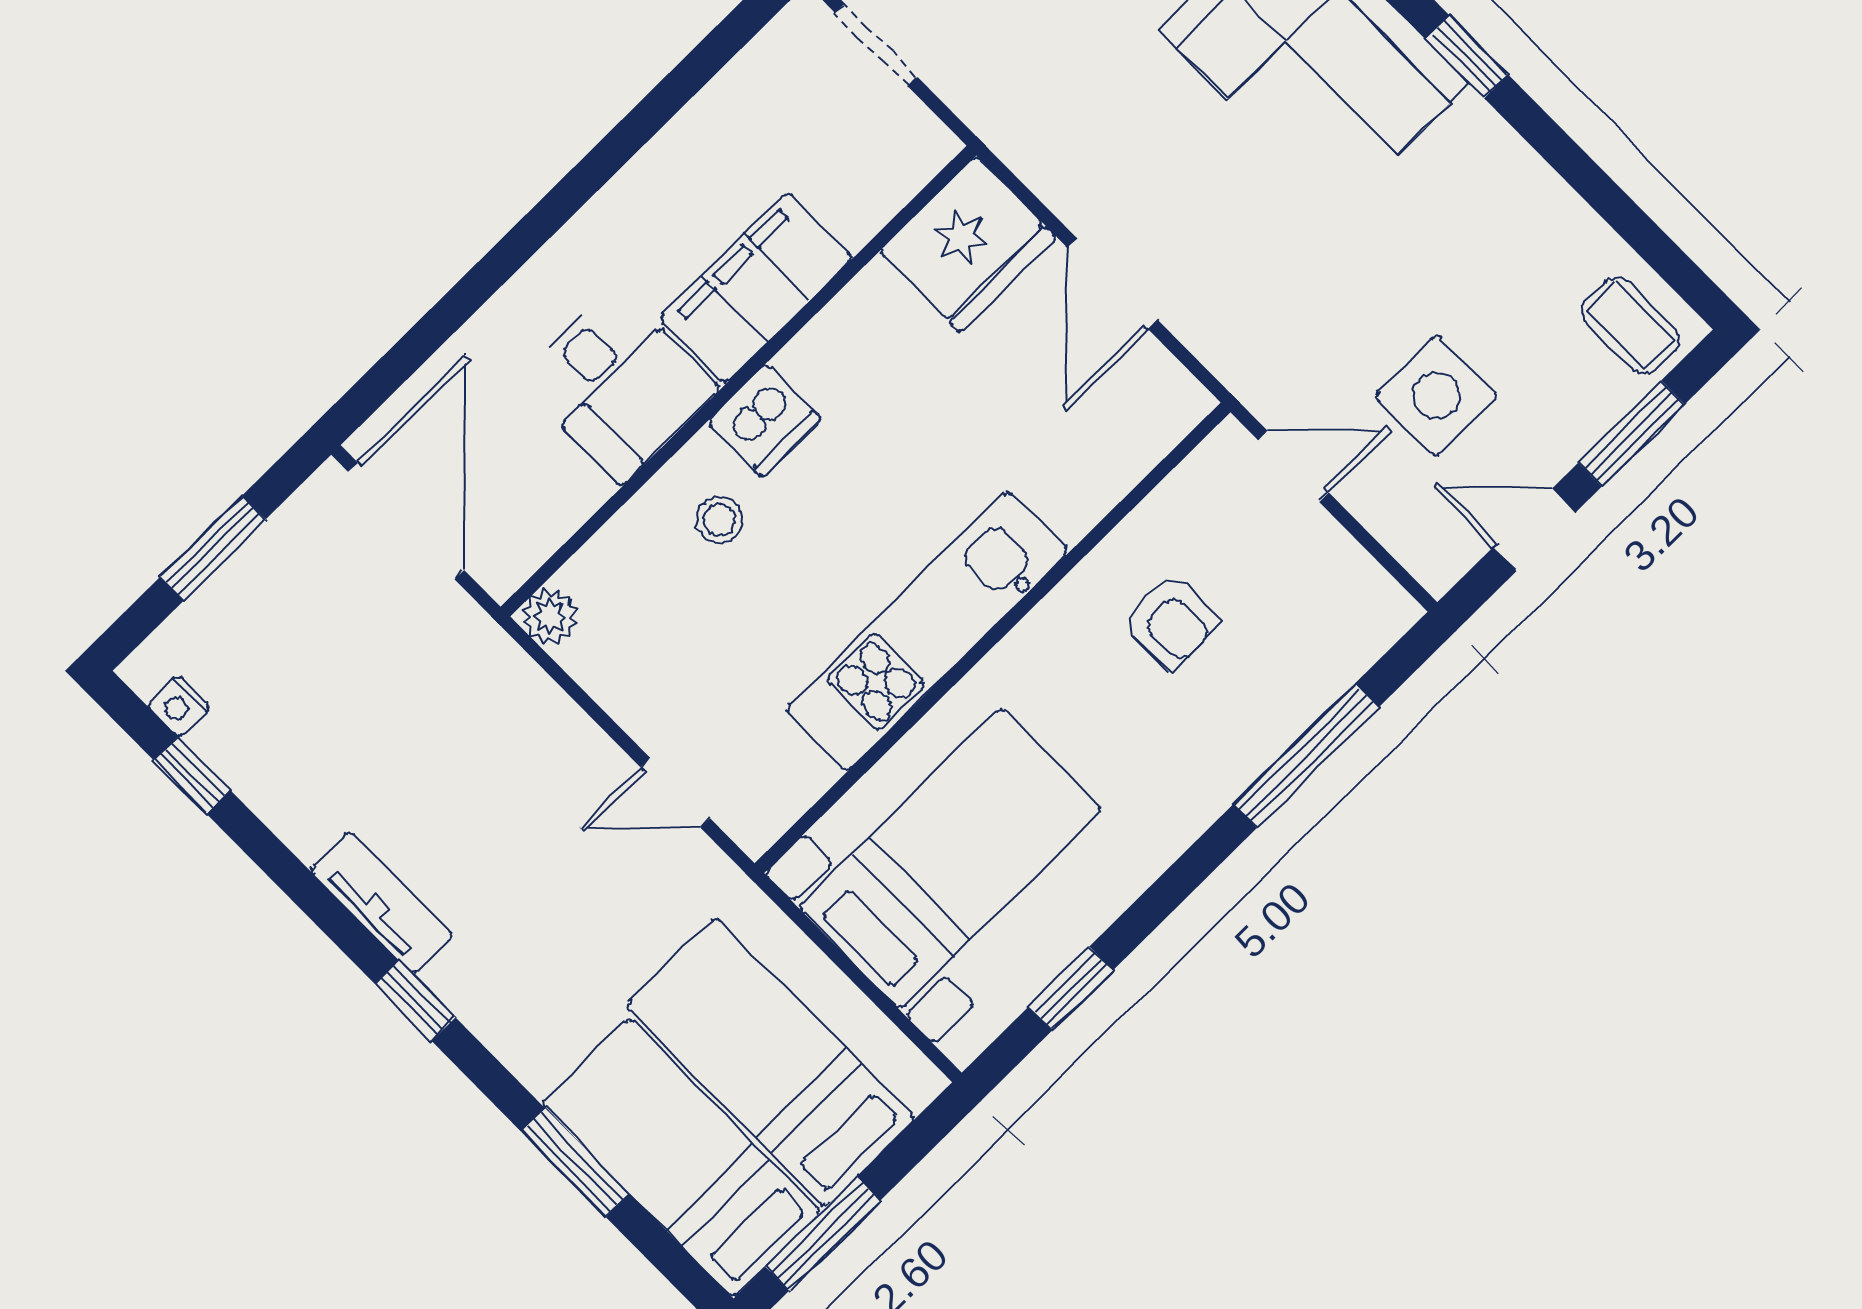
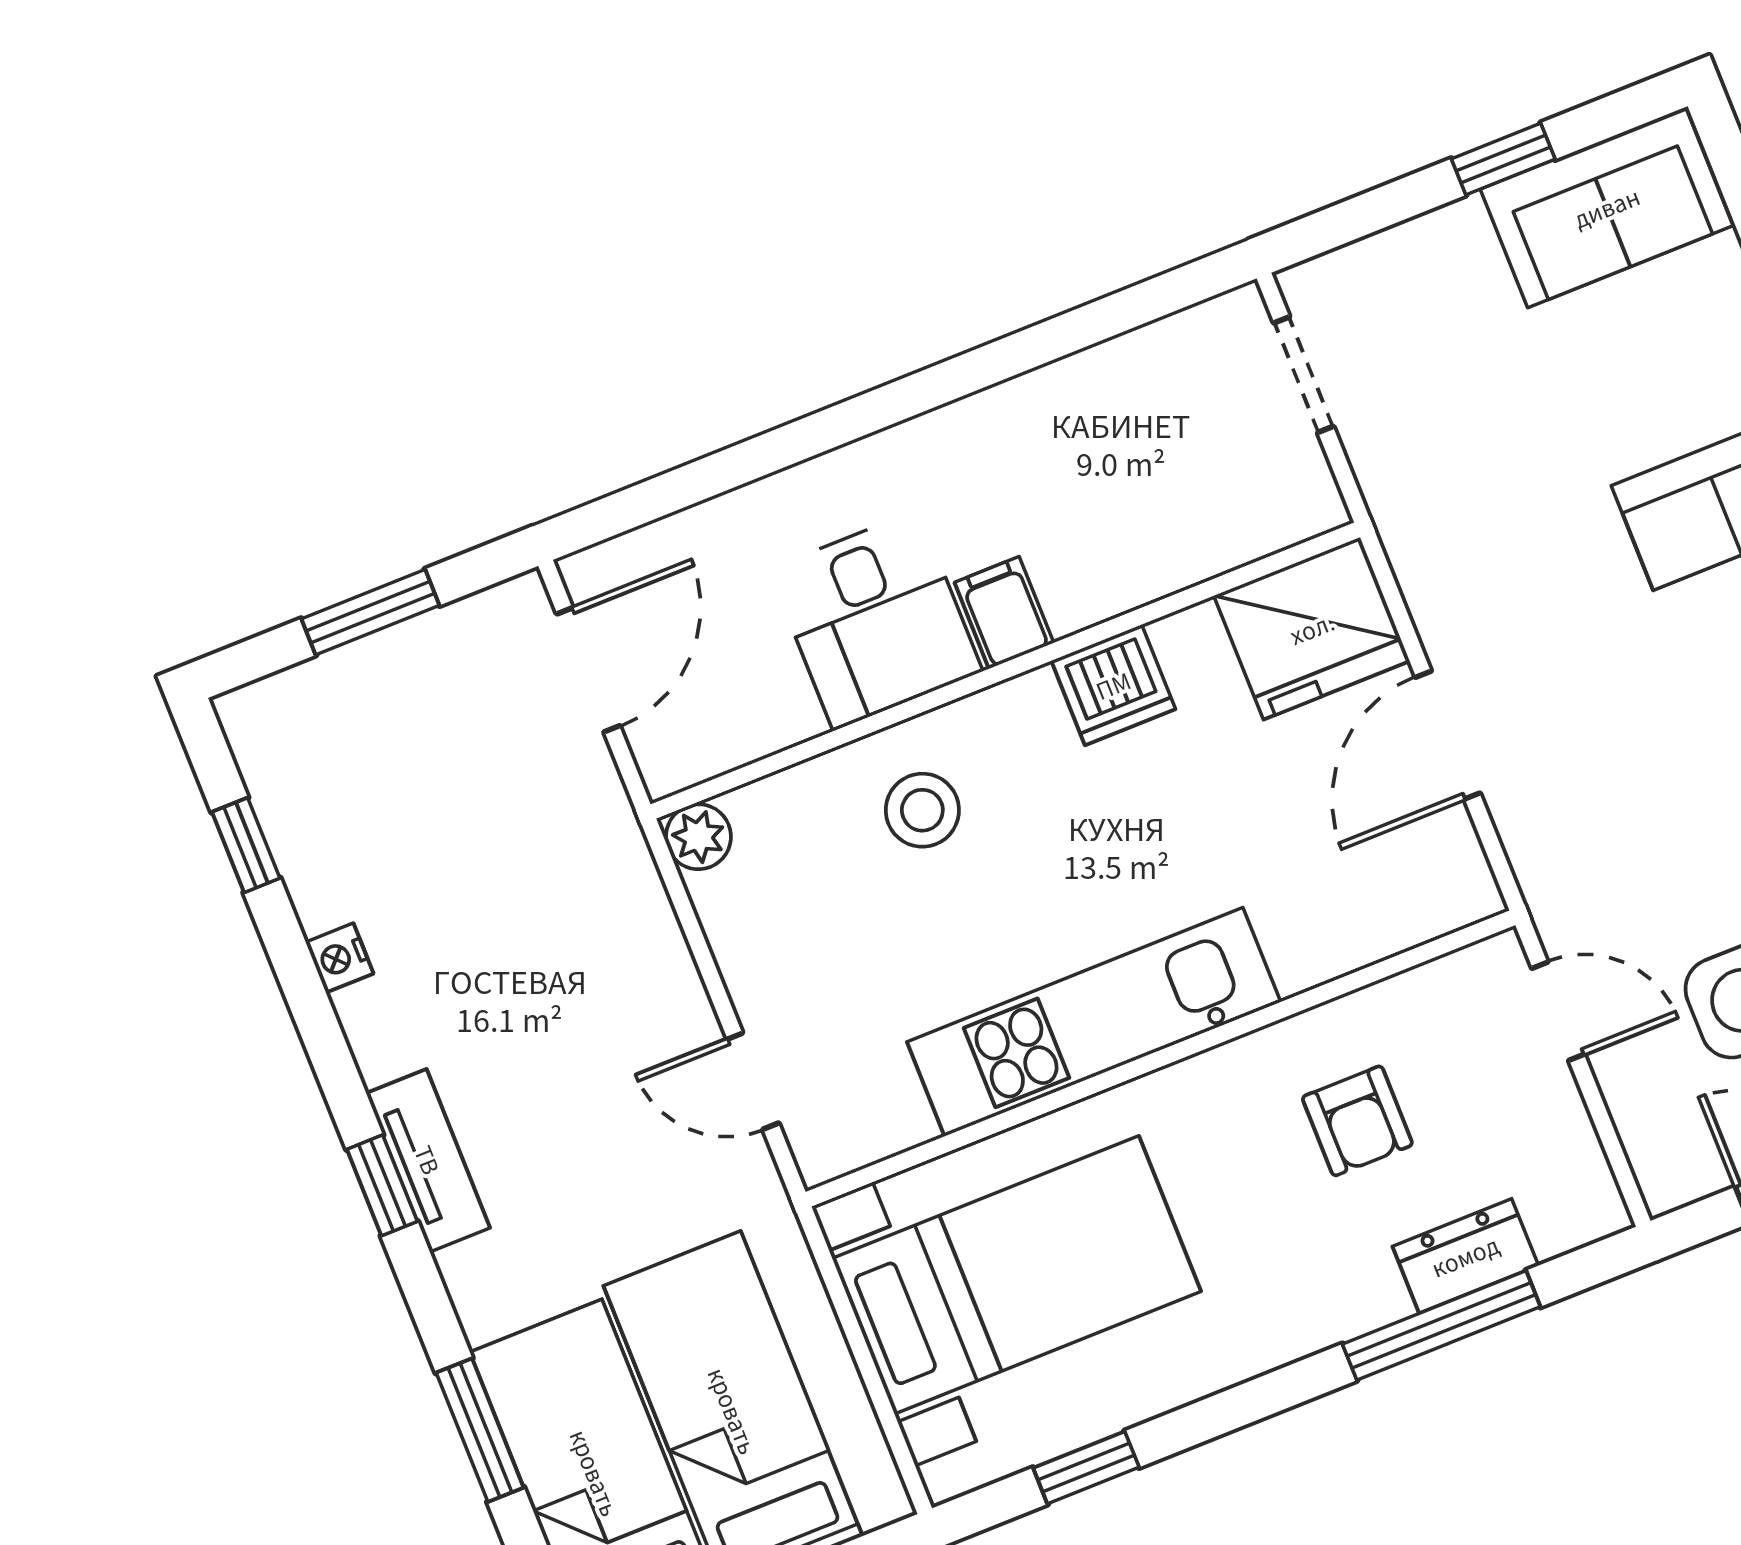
filing cabinet: (756, 288) -> (1004, 613), width x0.33, depth x0.86
dishwasher: (764, 420) -> (1113, 685), moved
stool: (719, 520) -> (922, 810), width x1.37, depth x1.37
door: (406, 521) -> (588, 670), width x0.73
dresser: (1302, 692) -> (1465, 1256), added
nightstand: (179, 706) -> (340, 958), moved
tv unit: (381, 903) -> (428, 1160), moved

